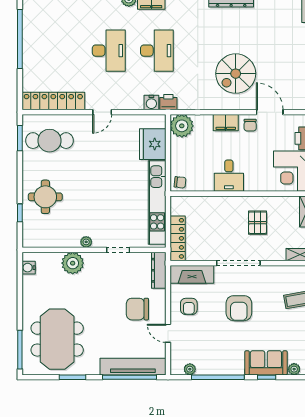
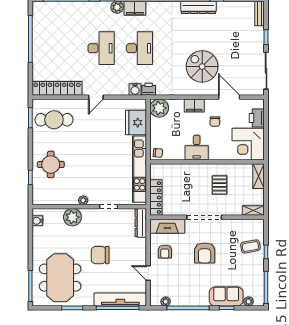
spiral stairs: (236, 74) -> (202, 66), turned 90
chair: (250, 125) -> (215, 122), moved
chair: (137, 309) -> (100, 255), moved

